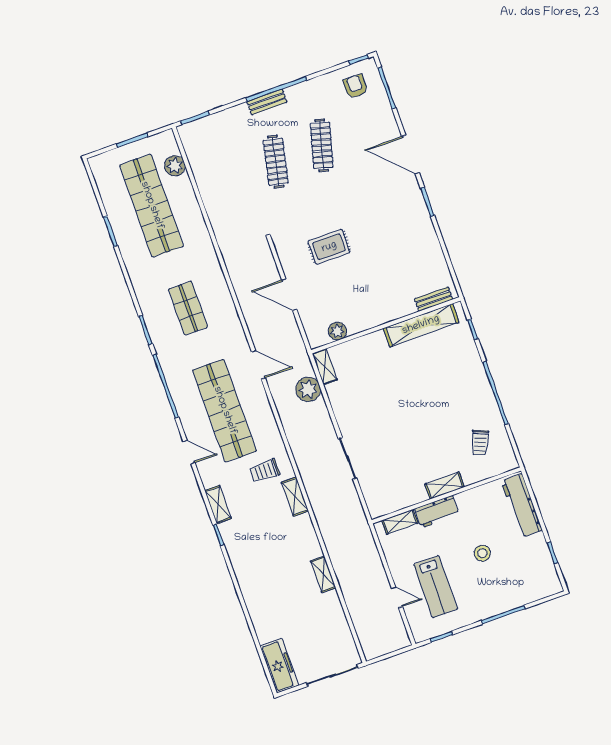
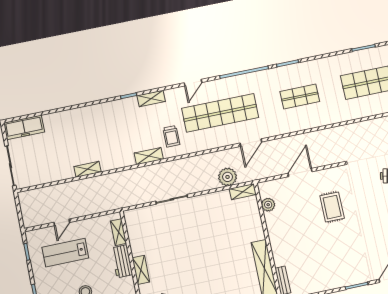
trolley: (265, 471) -> (171, 136), turned 180

